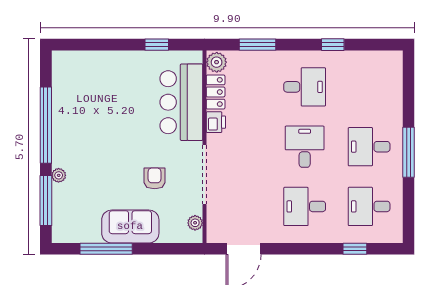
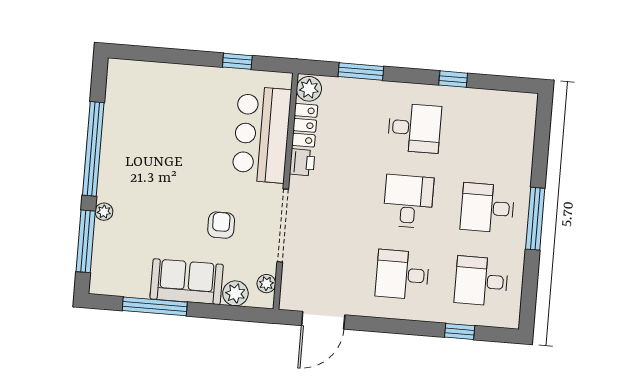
plant: (171, 233) -> (235, 293), added

